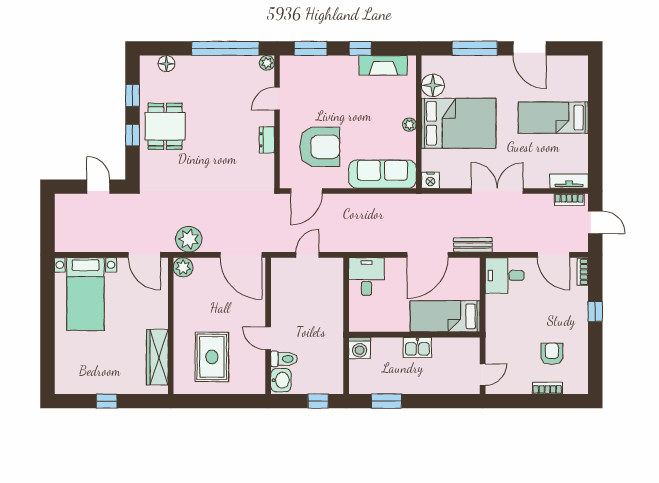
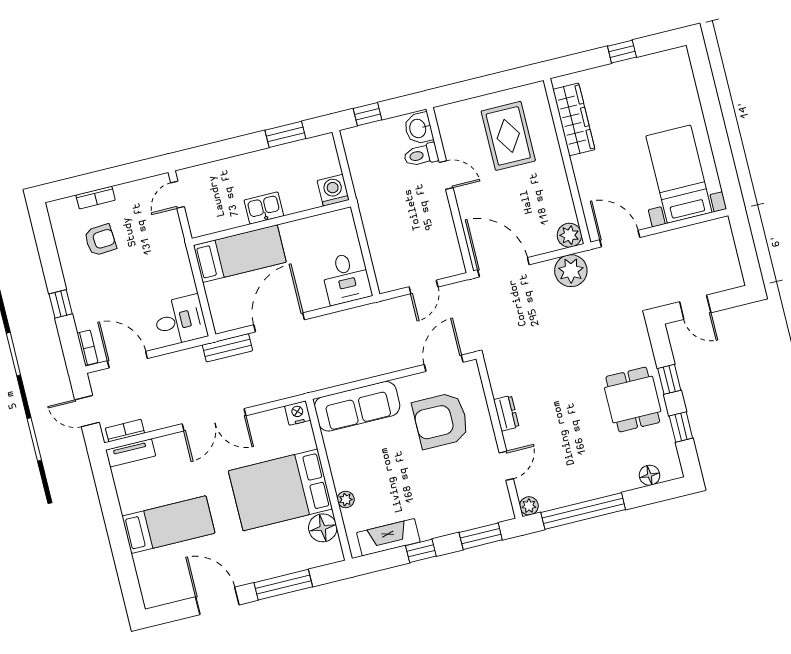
plant: (409, 125) -> (346, 500), moved
armchair: (552, 354) -> (100, 240), turned -94

